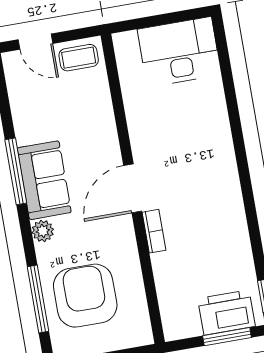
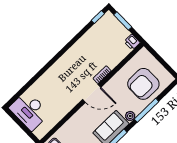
window: (38, 299) -> (146, 110), moved
printer: (226, 312) -> (132, 42), moved, width x0.53, depth x0.68

